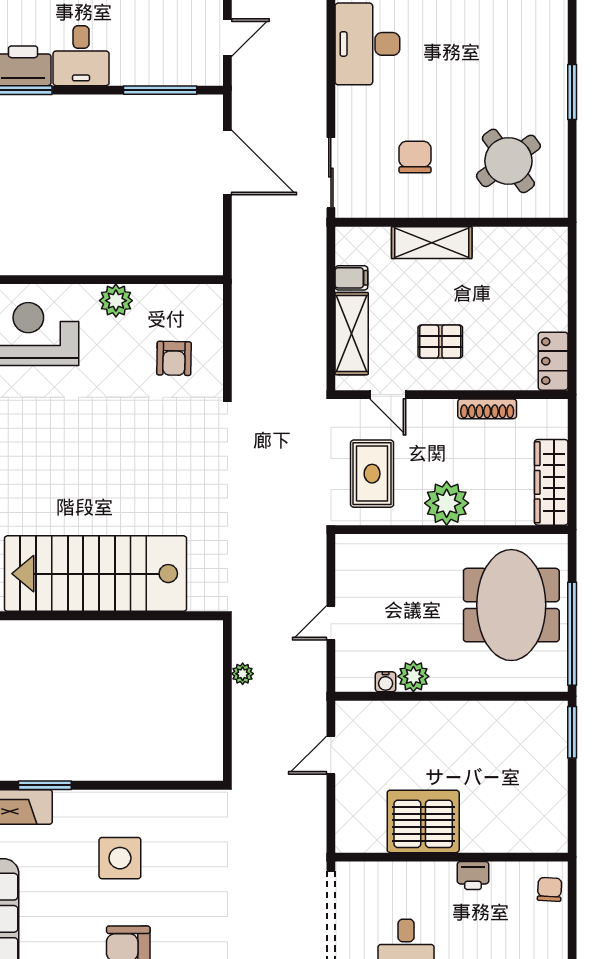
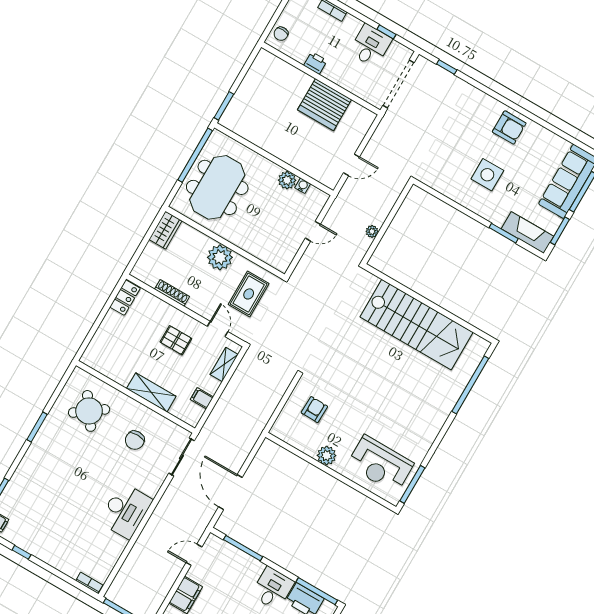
shelving: (352, 334) -> (224, 364), width x0.67, depth x0.75
wardrobe: (551, 482) -> (166, 230), width x0.67

